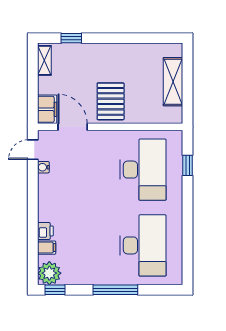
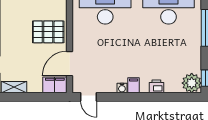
water cooler: (43, 167) -> (122, 88), moved
filing cabinet: (47, 248) -> (134, 85), moved

